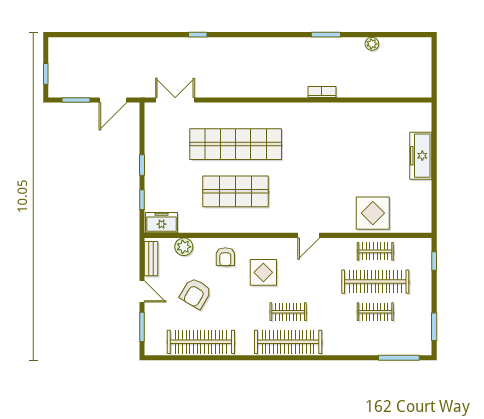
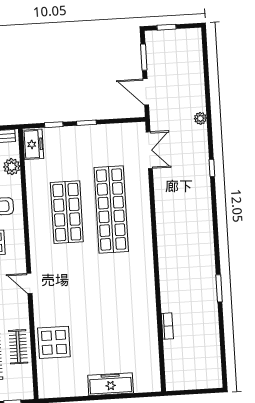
plant: (372, 44) -> (200, 118), moved
bookcase: (322, 92) -> (167, 326), moved

